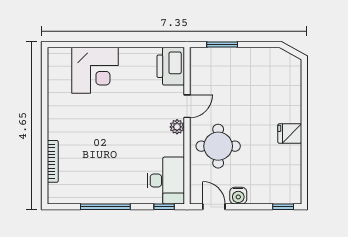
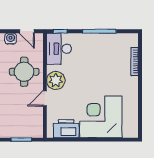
printer: (171, 66) -> (66, 129), moved, turned -90
corner desk: (95, 70) -> (101, 117), width x1.36, depth x1.36
plant: (177, 127) -> (56, 80), width x1.87, depth x1.87

